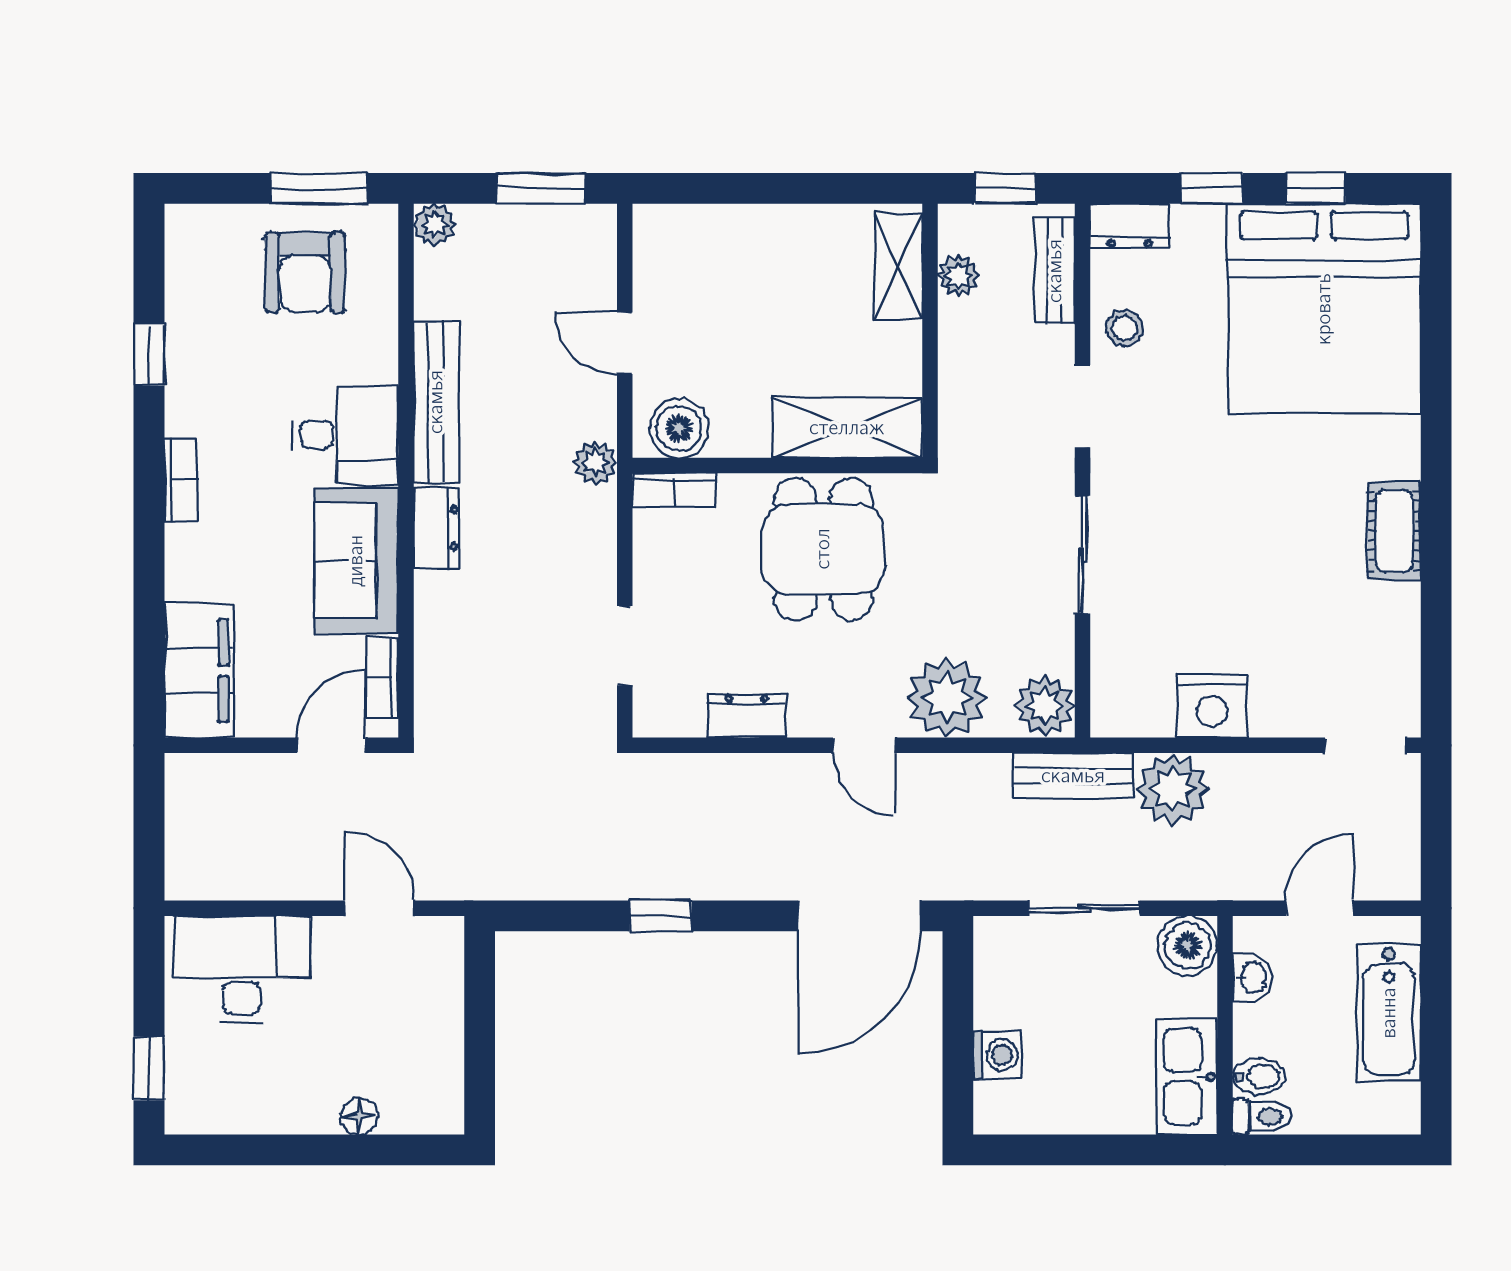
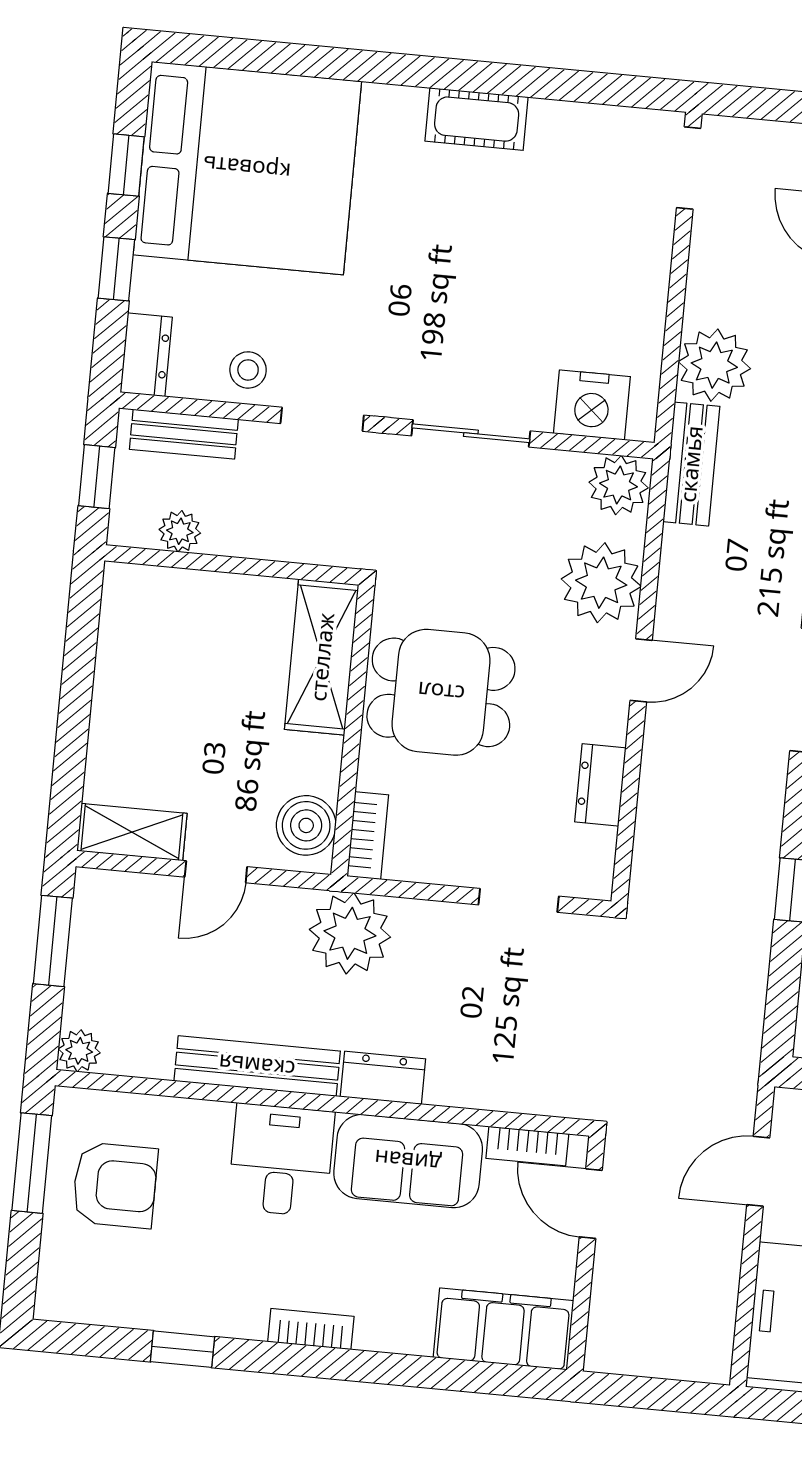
shelving: (898, 267) -> (132, 832), moved
plant: (595, 463) -> (350, 933), width x1.87, depth x1.87
nightstand: (1212, 706) -> (592, 405), moved, turned 90

